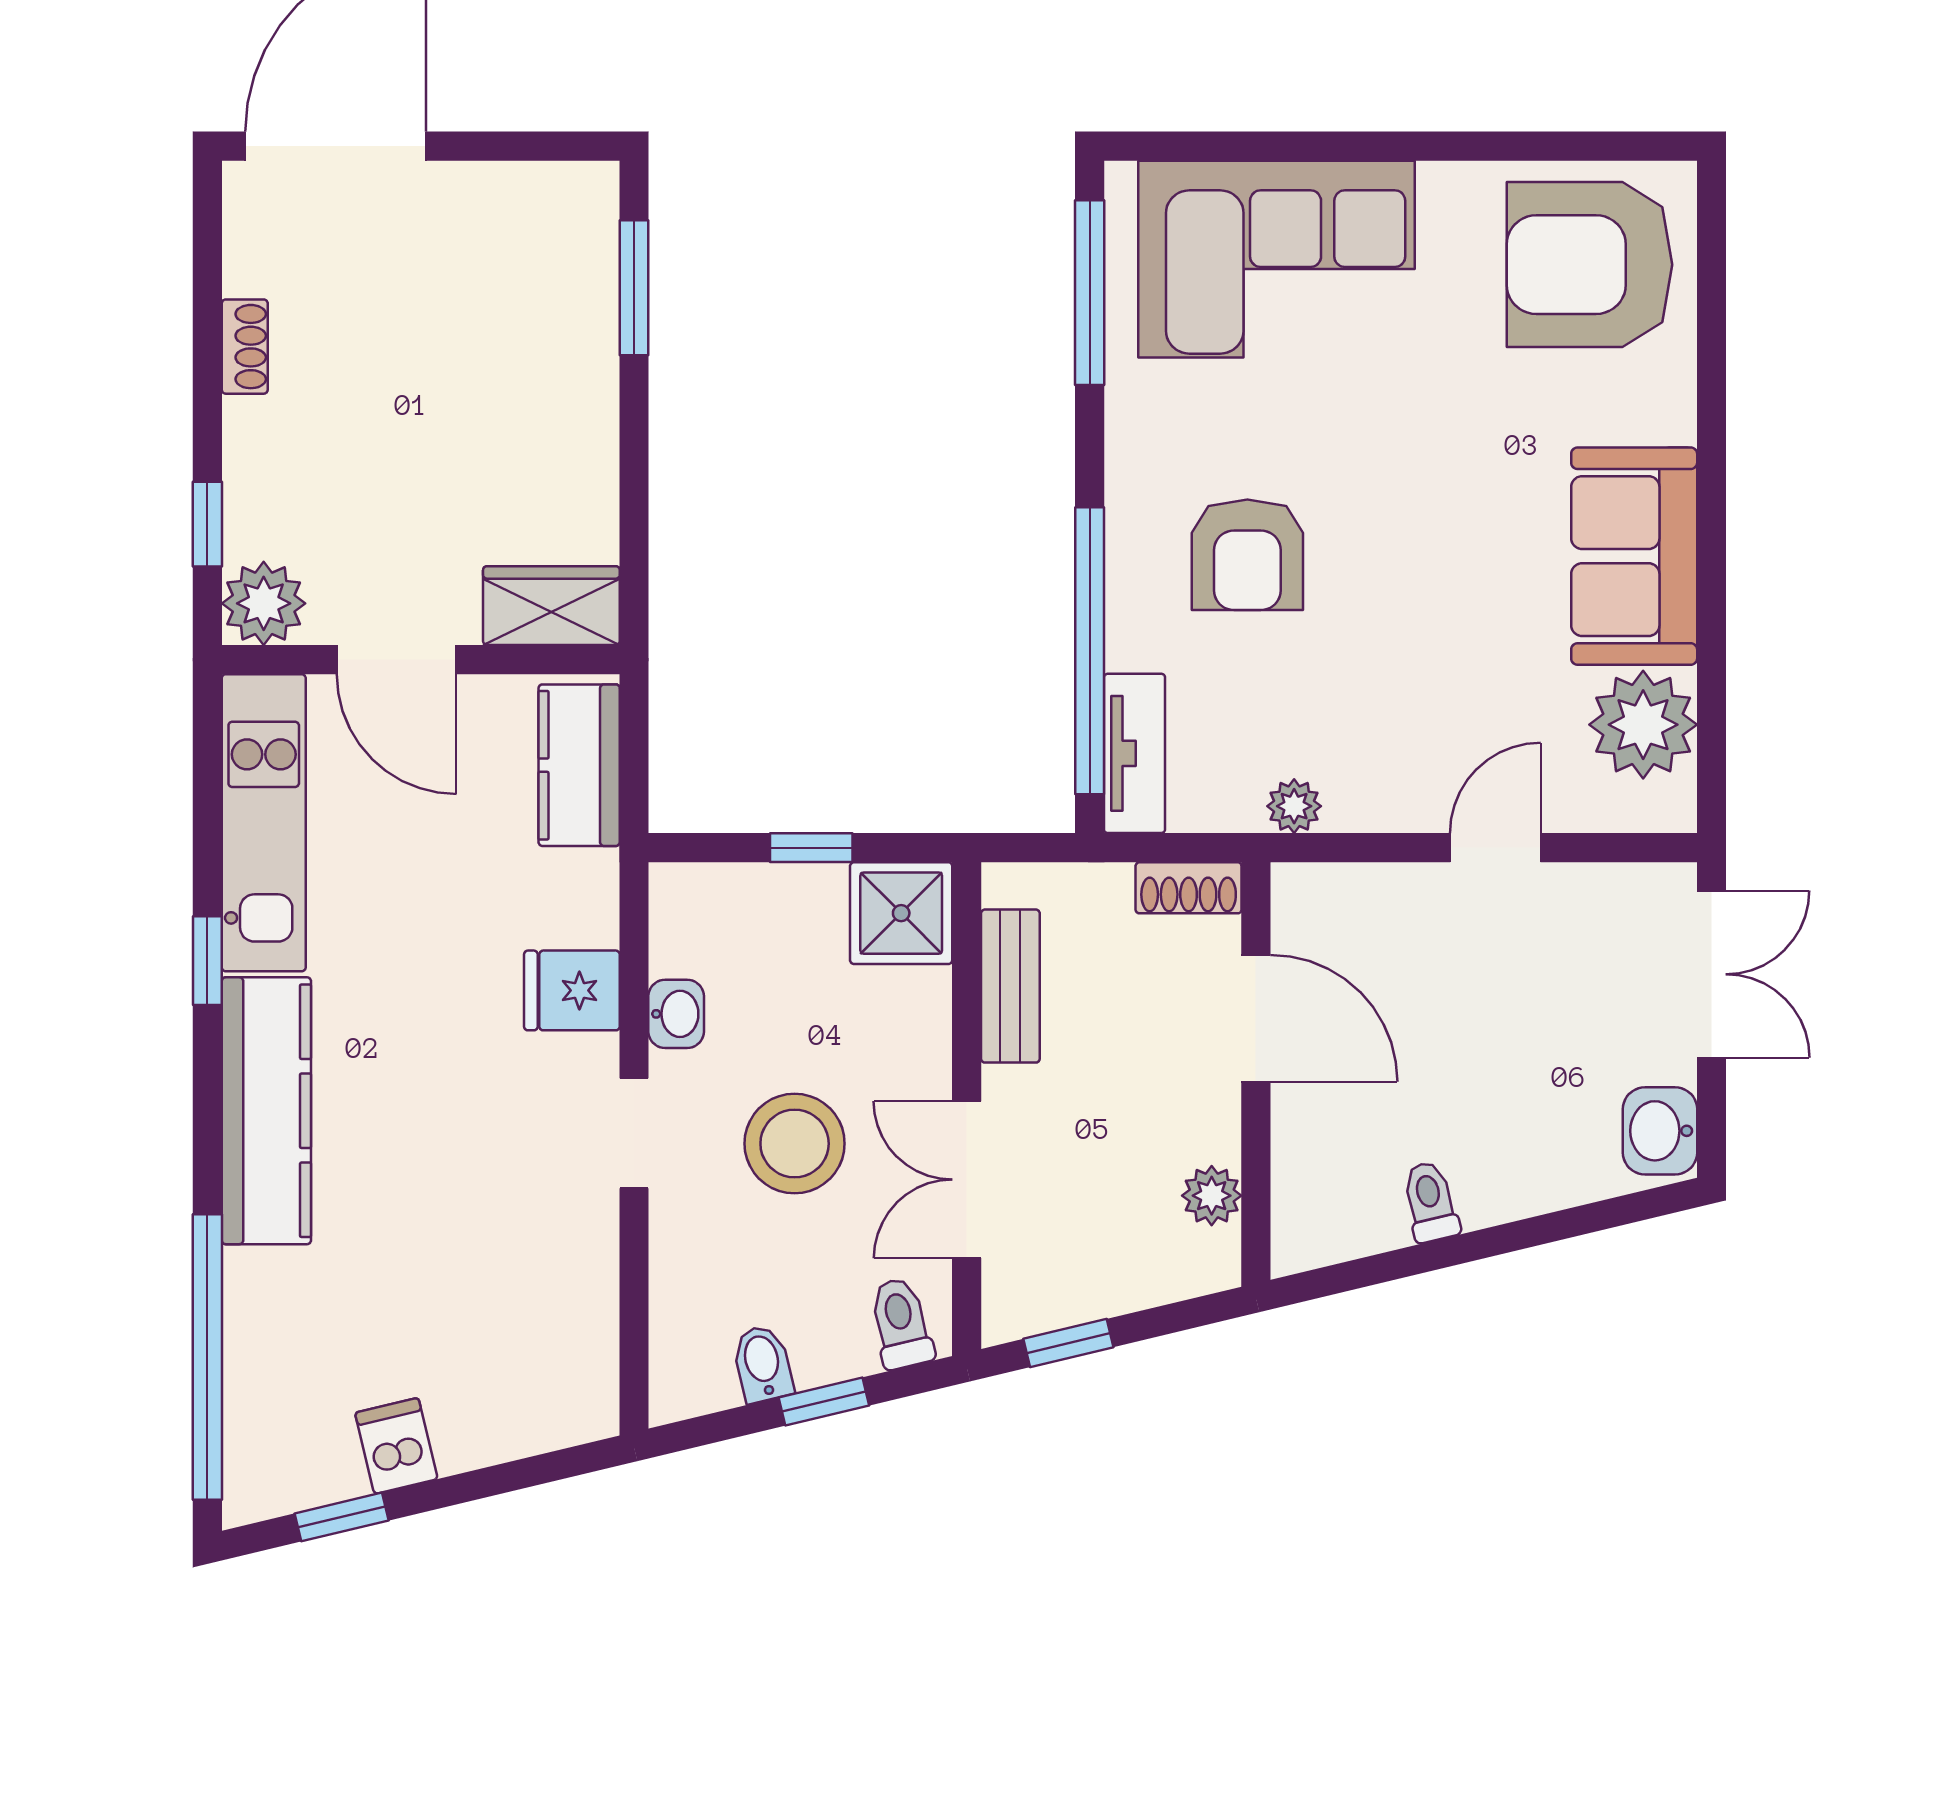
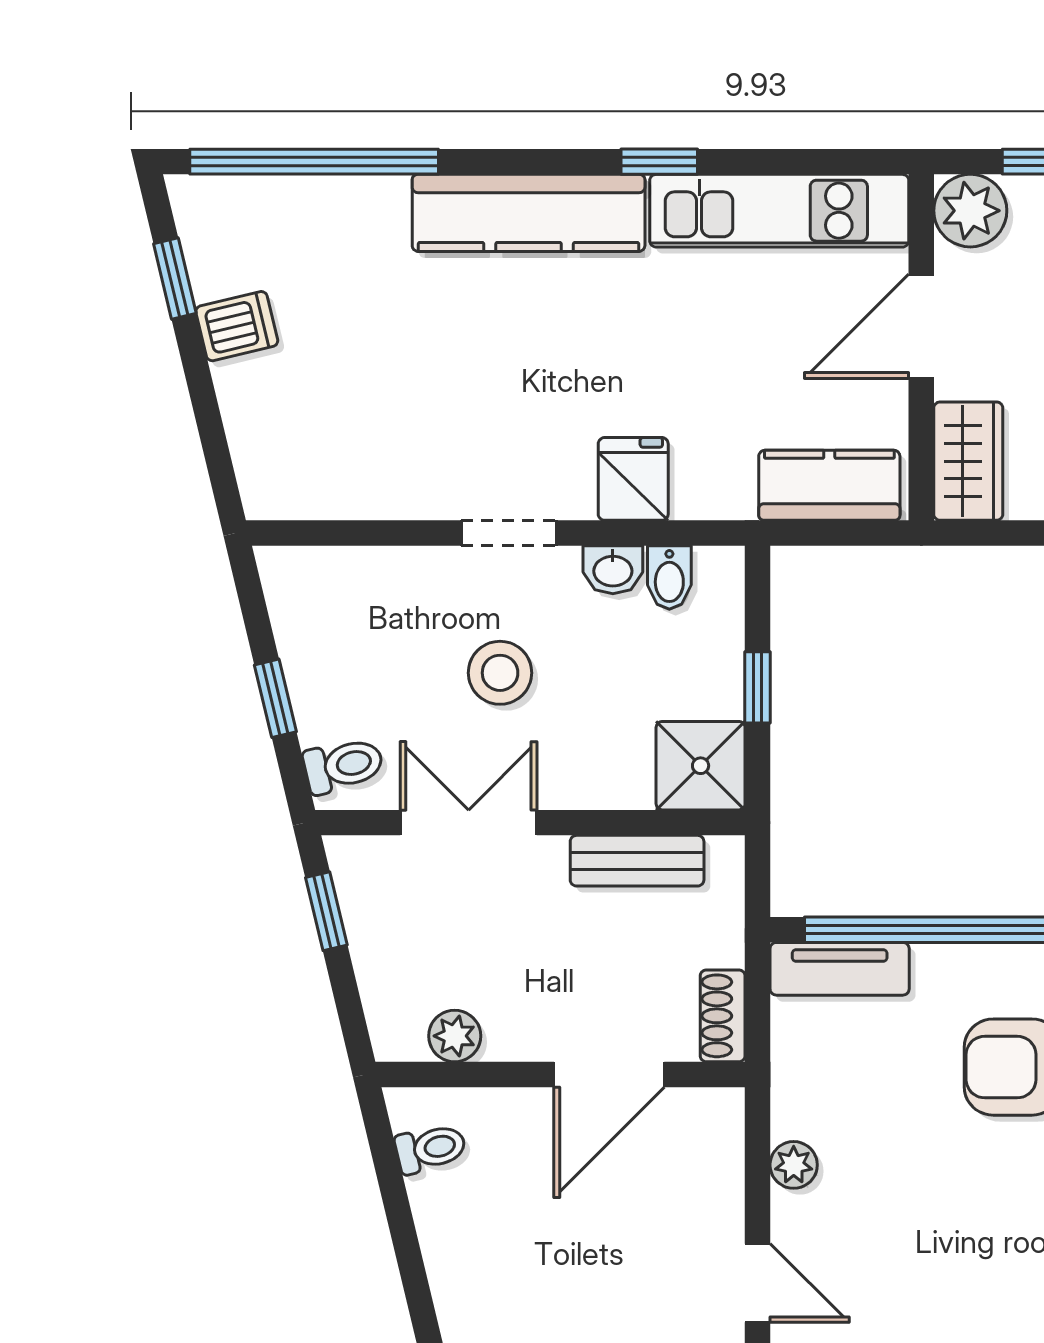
plant: (1294, 806) -> (794, 1165), moved
stool: (795, 1144) -> (500, 673), width x0.73, depth x0.73
toilet: (1430, 1202) -> (431, 1149), moved
bidet: (763, 1364) -> (669, 578), moved, turned 103

